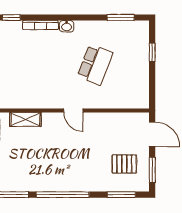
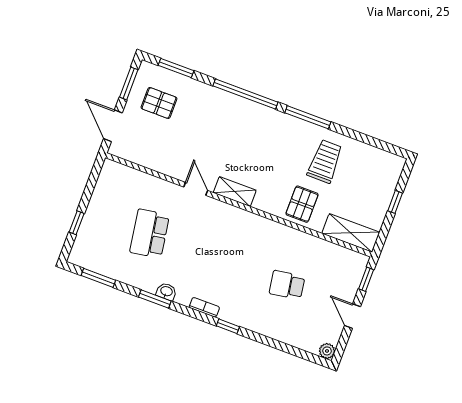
window: (73, 18) -> (155, 299), added
bookcase: (40, 25) -> (204, 307), width x0.64
school desk: (95, 65) -> (150, 234), turned -30
shelving: (25, 119) -> (235, 192), moved

